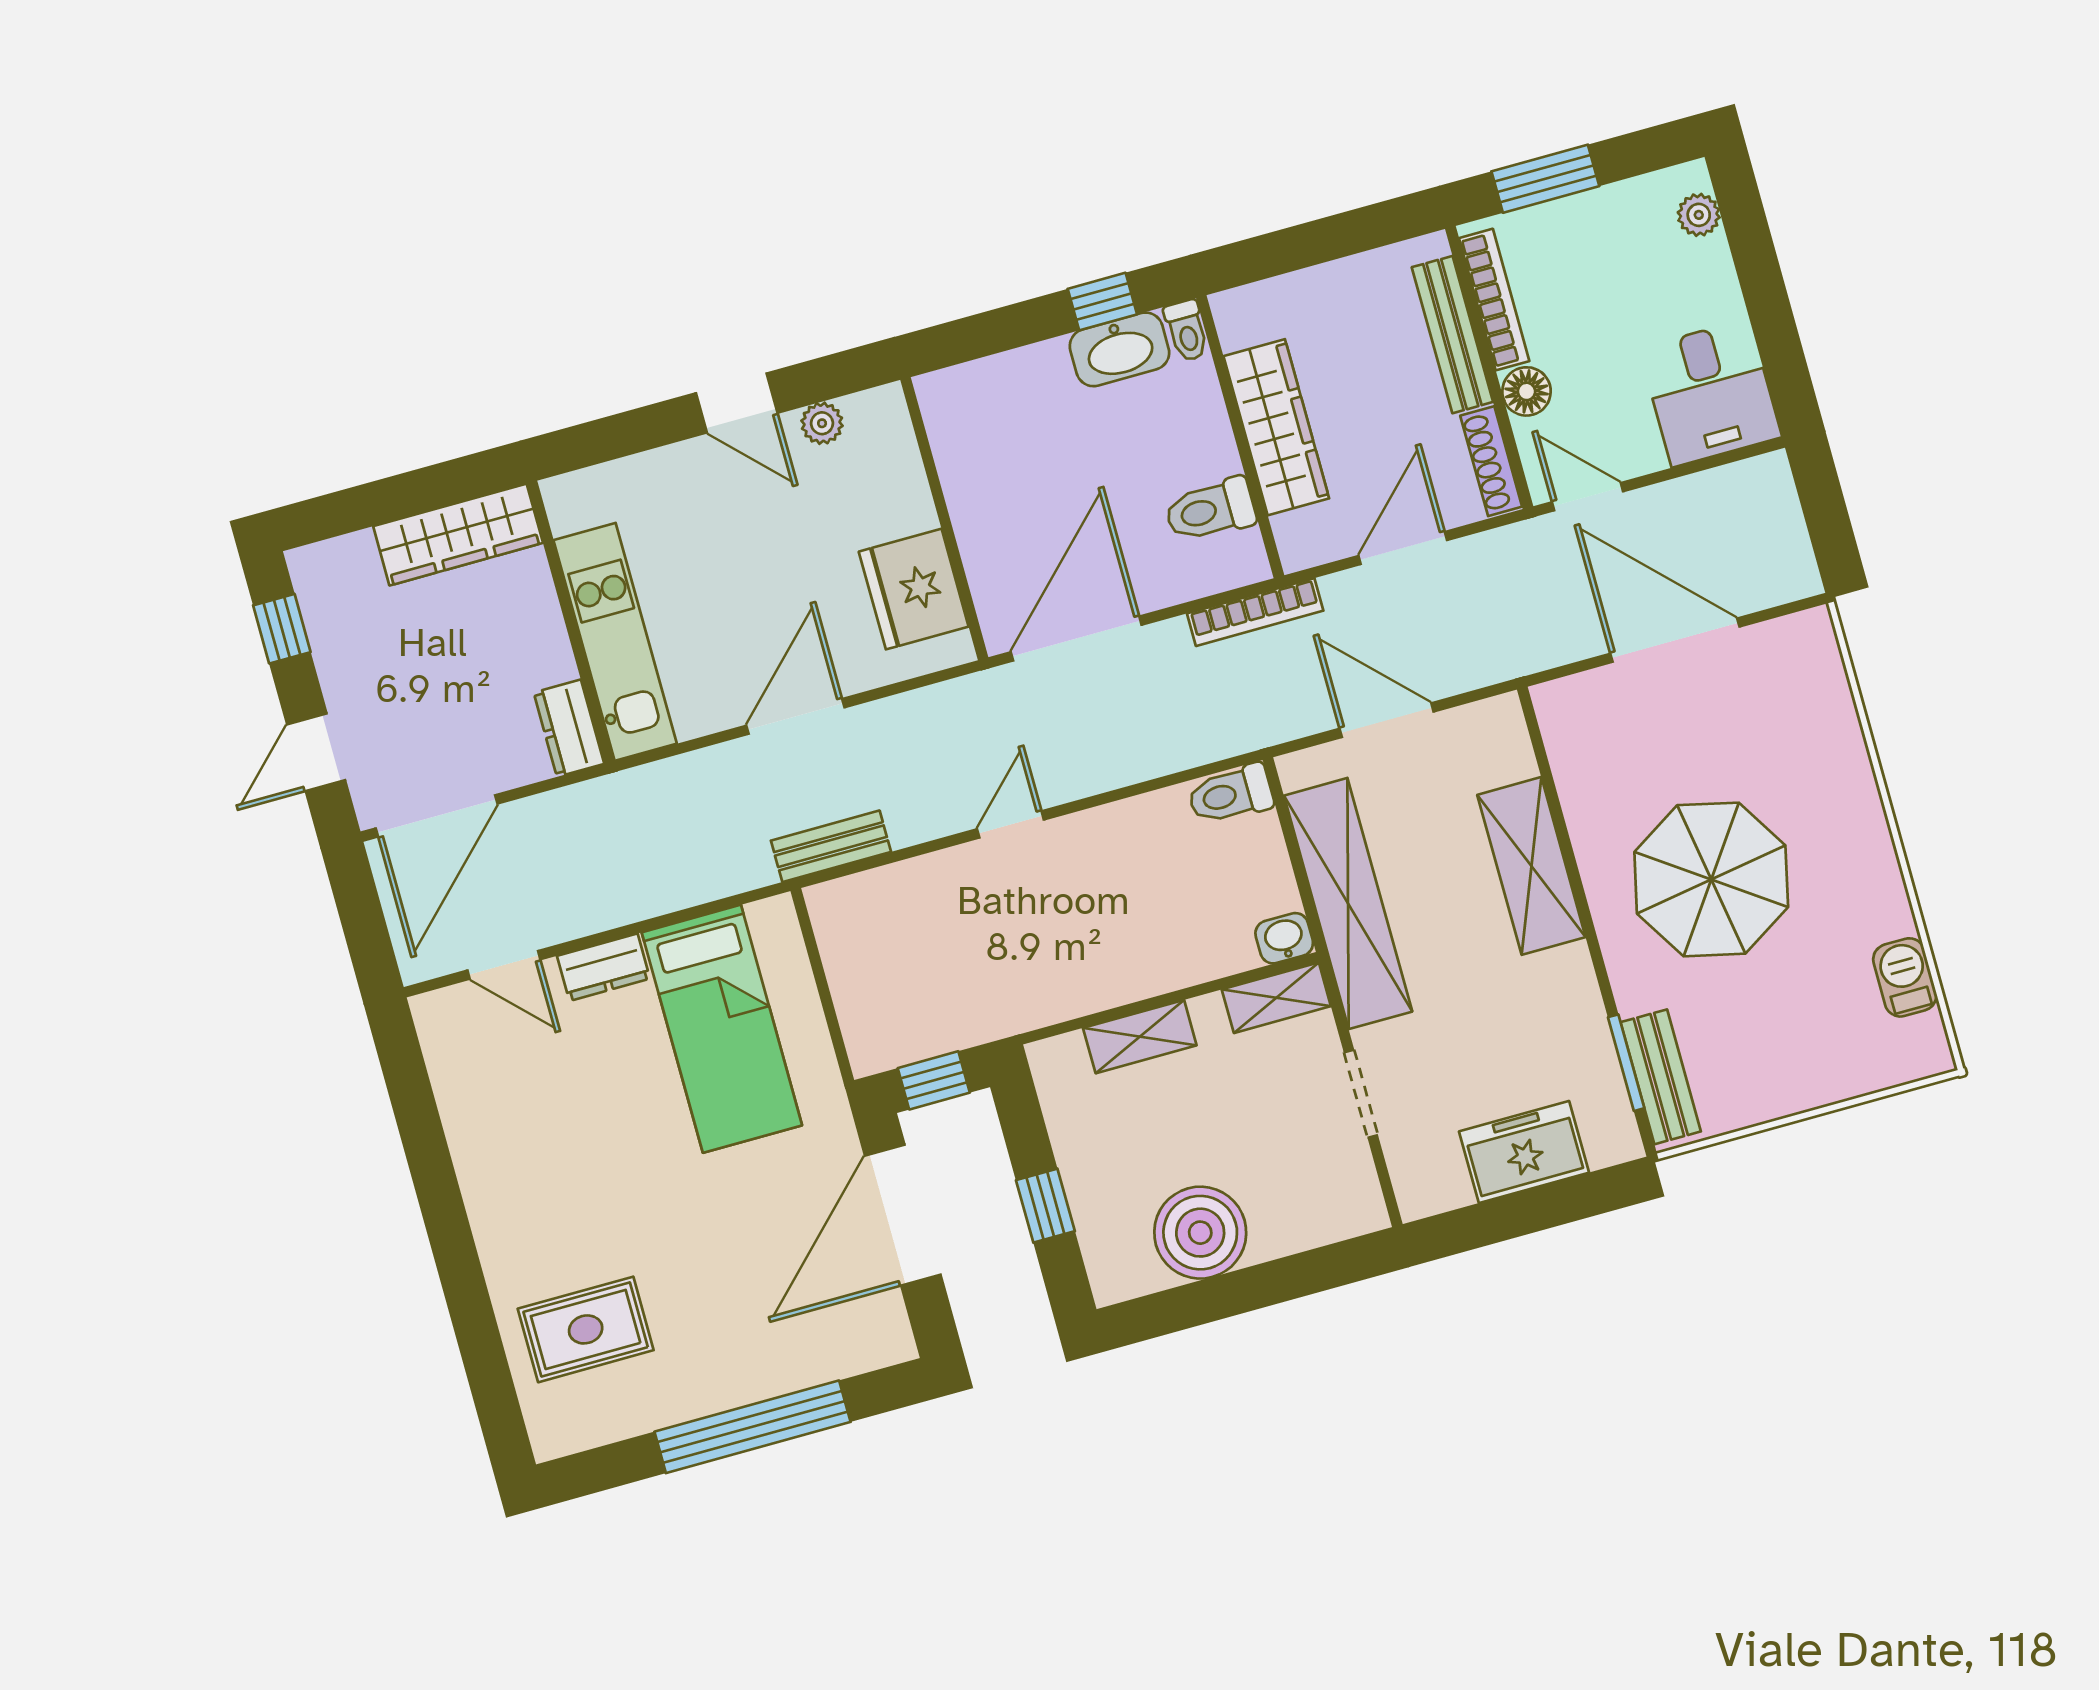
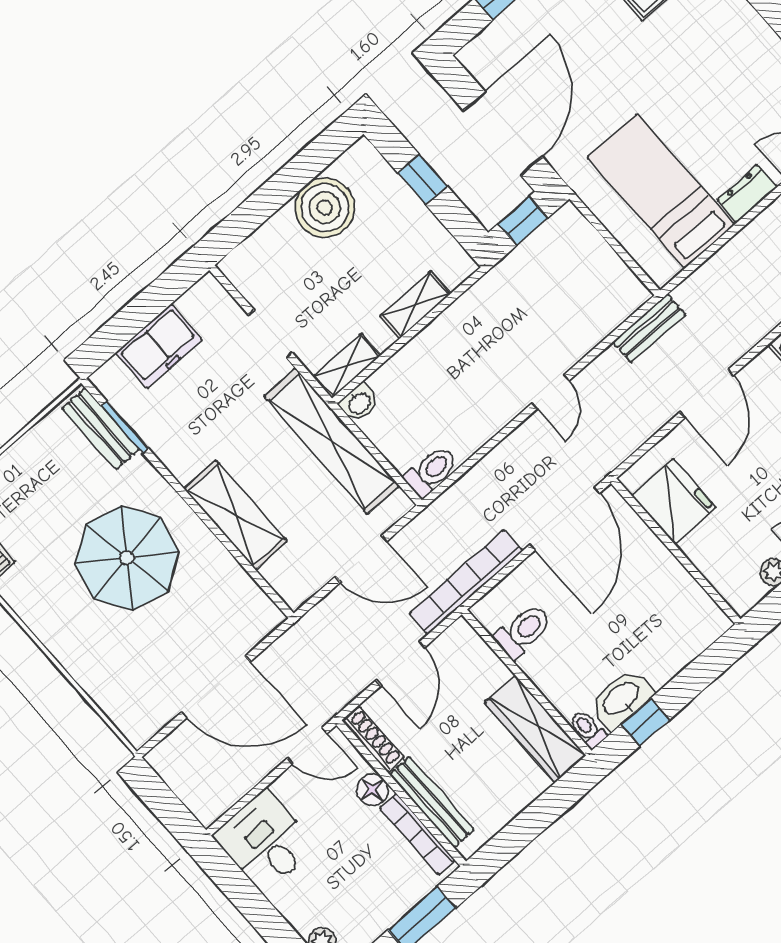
wardrobe: (1276, 427) -> (535, 729), moved
bookcase: (1255, 612) -> (466, 582), width x1.48, depth x1.31

